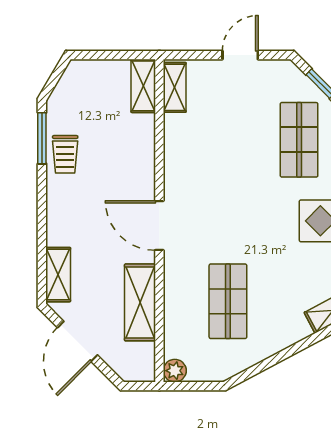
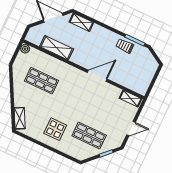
door: (240, 55) -> (131, 129), hinge flipped
shelving: (143, 86) -> (137, 87), removed
door: (159, 226) -> (97, 76), moved

